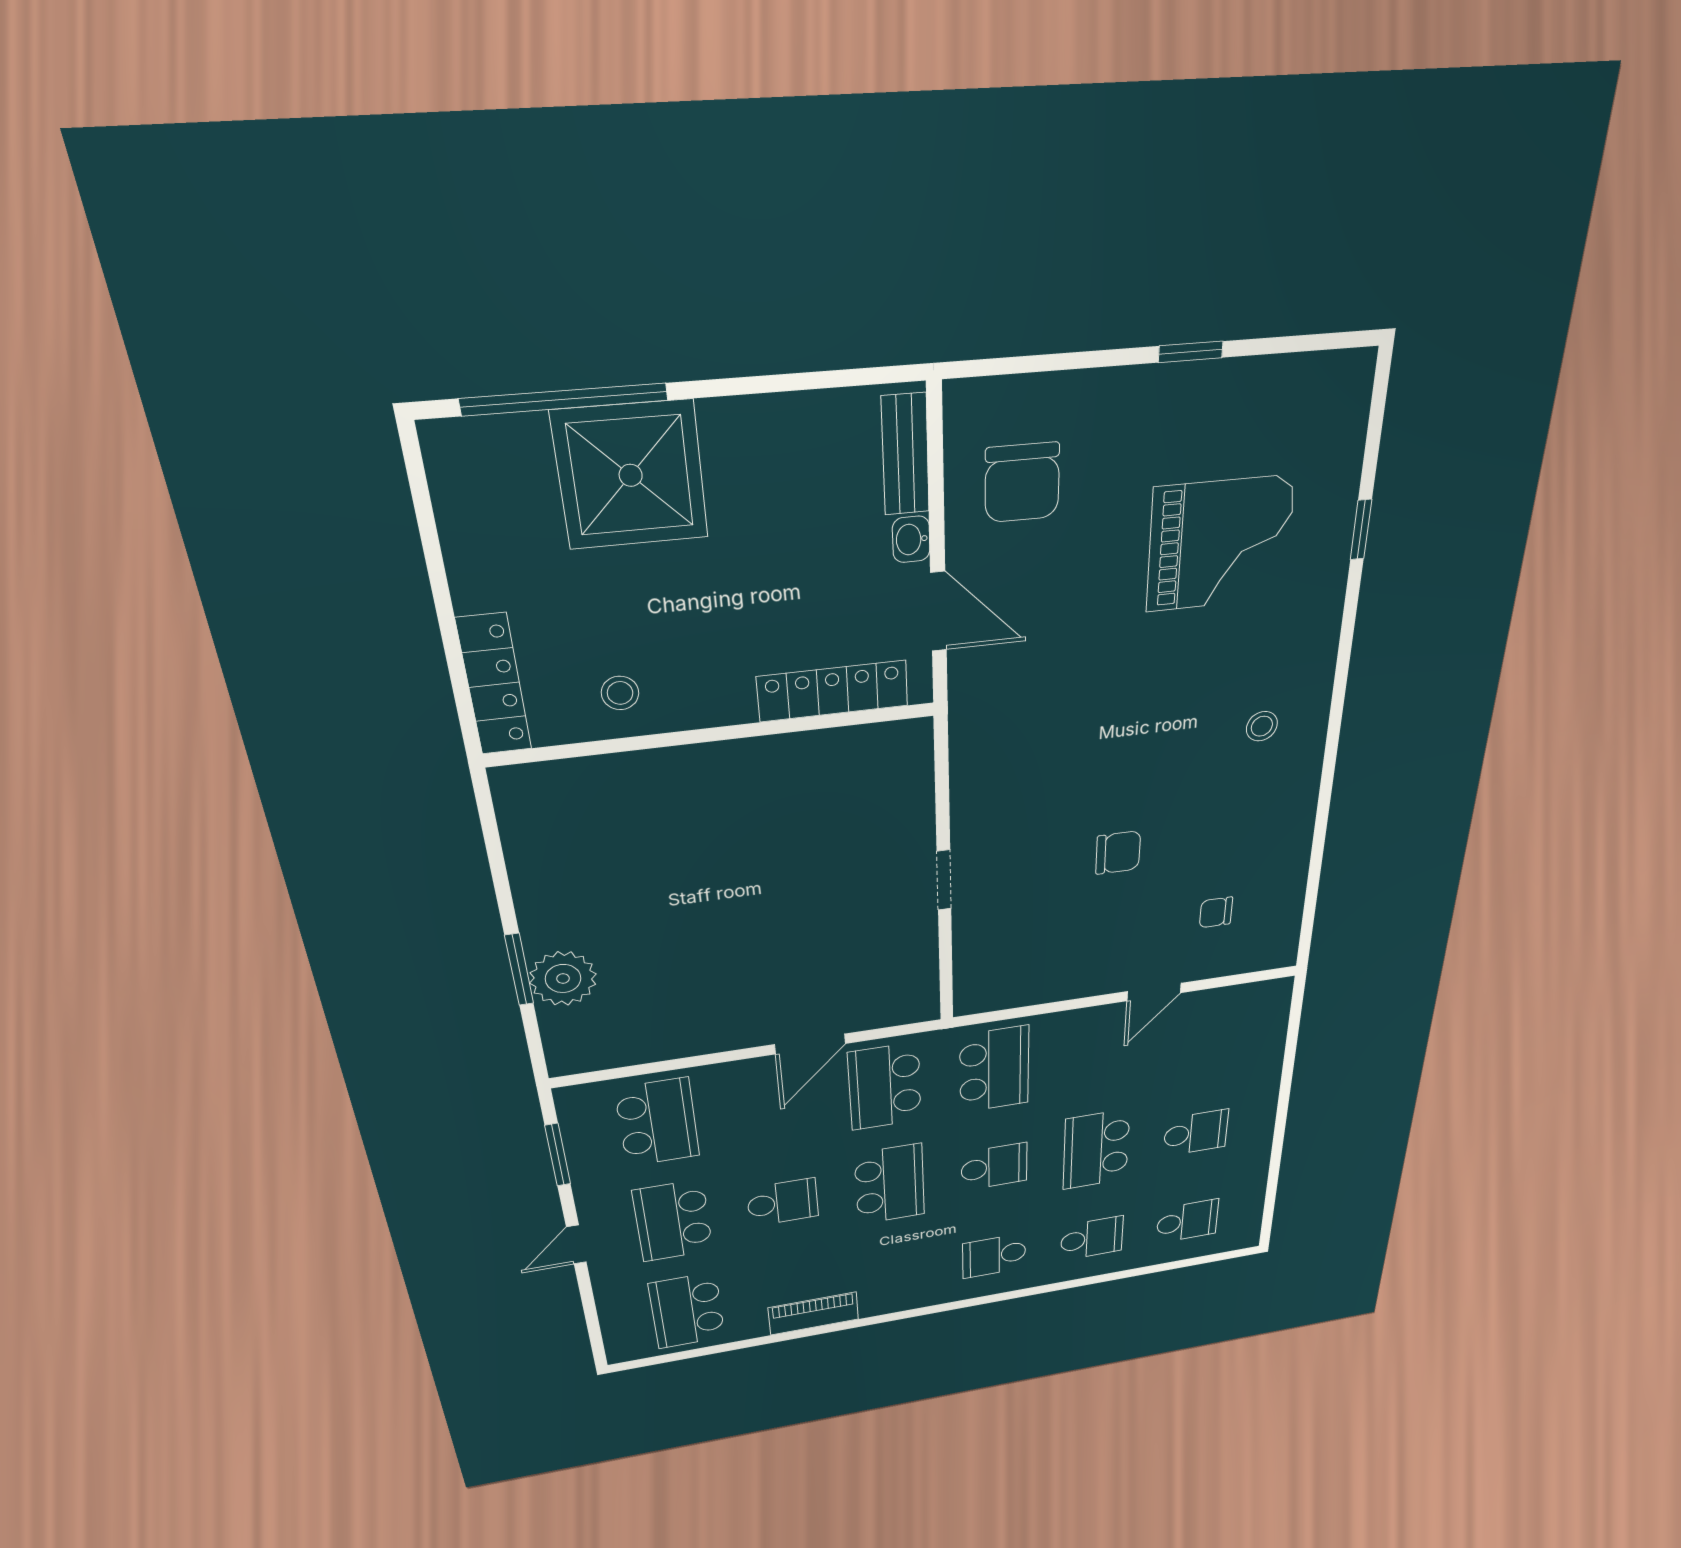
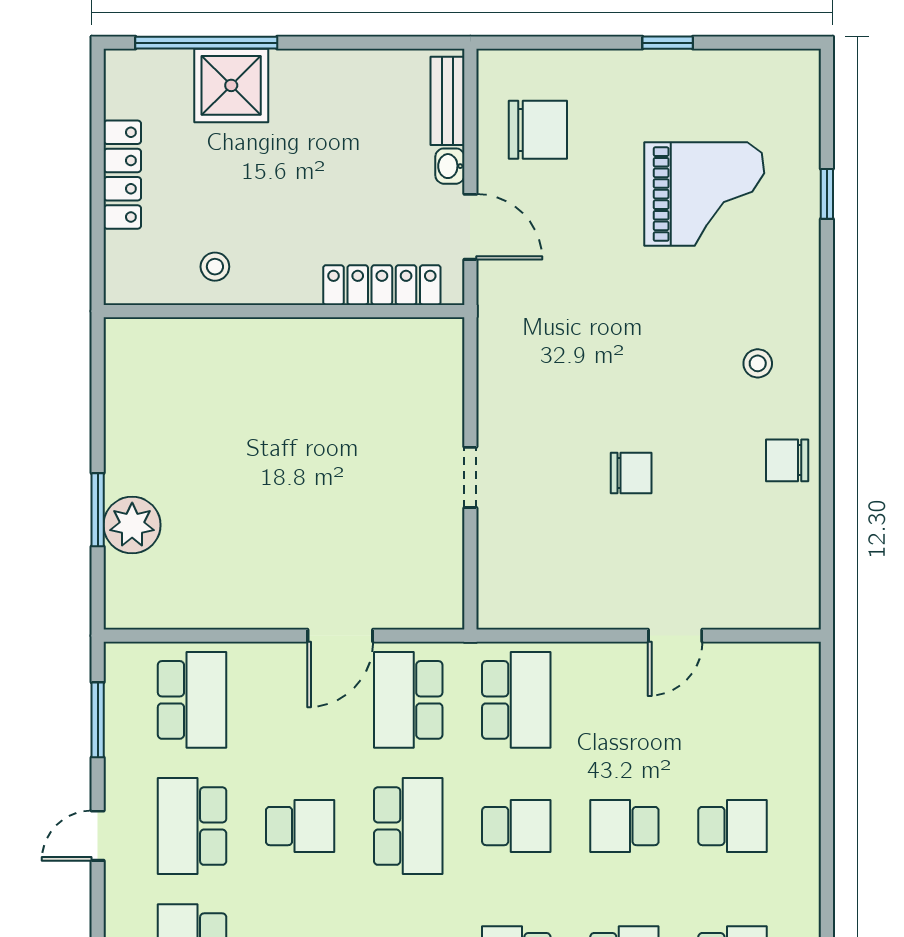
shower: (631, 475) -> (231, 85), width x0.73, depth x0.73
chair: (1022, 483) -> (538, 130), turned -90
locker: (494, 685) -> (122, 175), moved
chair: (1216, 912) -> (787, 460), moved, width x1.37, depth x1.37
school desk: (1096, 1150) -> (624, 826), width x0.54

